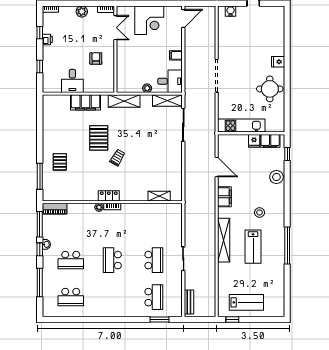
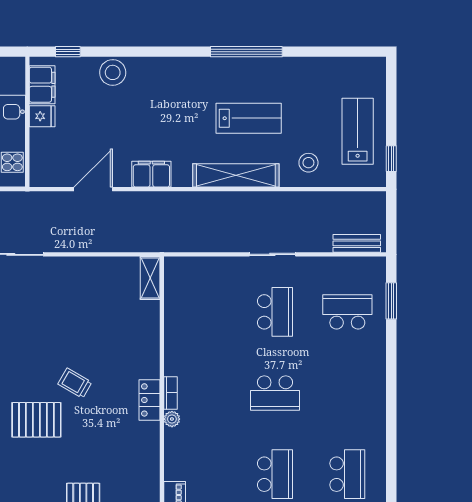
shelving: (159, 196) -> (150, 278), moved
stool: (259, 213) -> (308, 163), moved
school desk: (154, 260) -> (275, 312), turned 90

